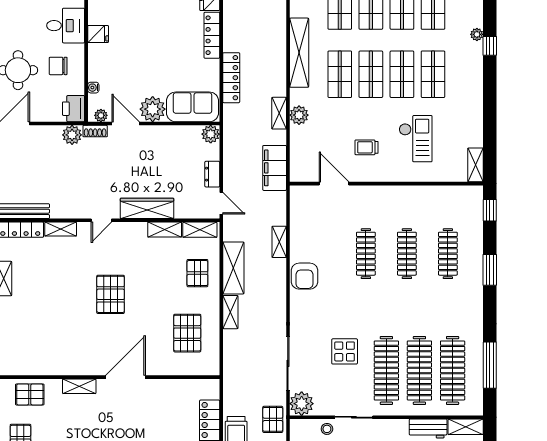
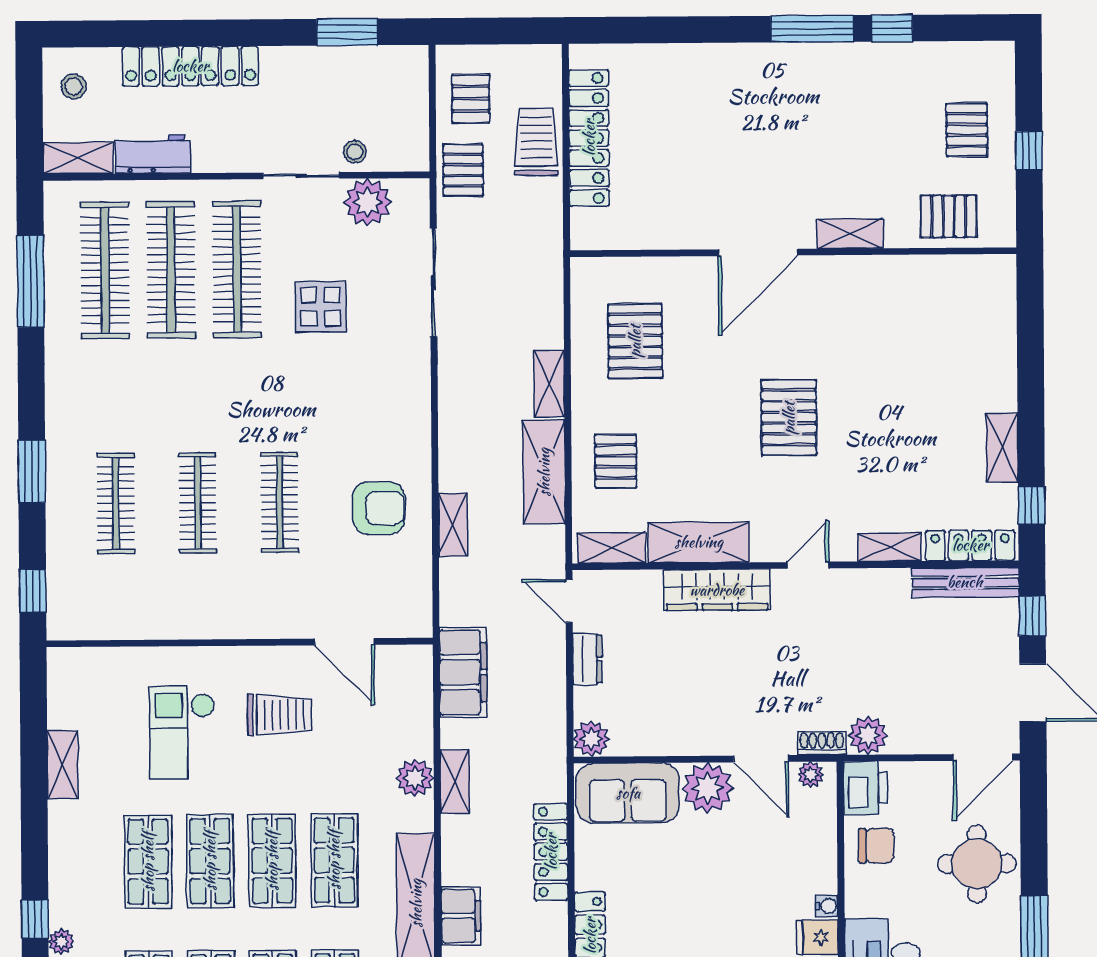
filing cabinet: (277, 46) -> (461, 916), added
chair: (58, 66) -> (876, 846), moved
water cooler: (93, 88) -> (827, 906), moved
trolley: (367, 147) -> (280, 715), width x1.36, depth x1.39
shelving: (475, 165) -> (63, 765), moved
shelving: (165, 230) -> (699, 542), width x1.50, depth x1.33
armchair: (305, 276) -> (379, 508), moved, turned 90
plant: (302, 404) -> (368, 202), moved

